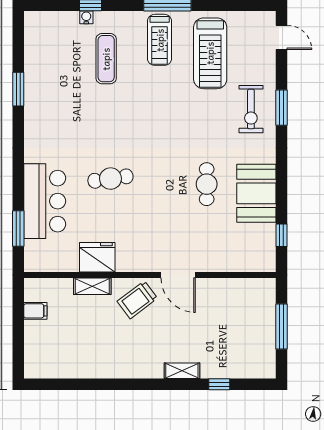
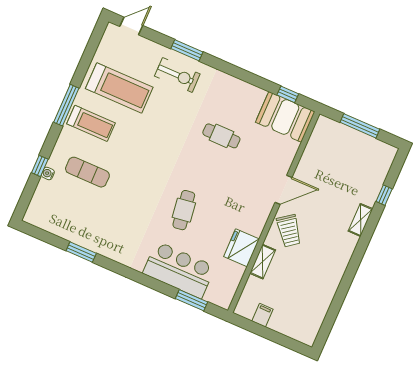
booth: (256, 193) -> (285, 117), moved

